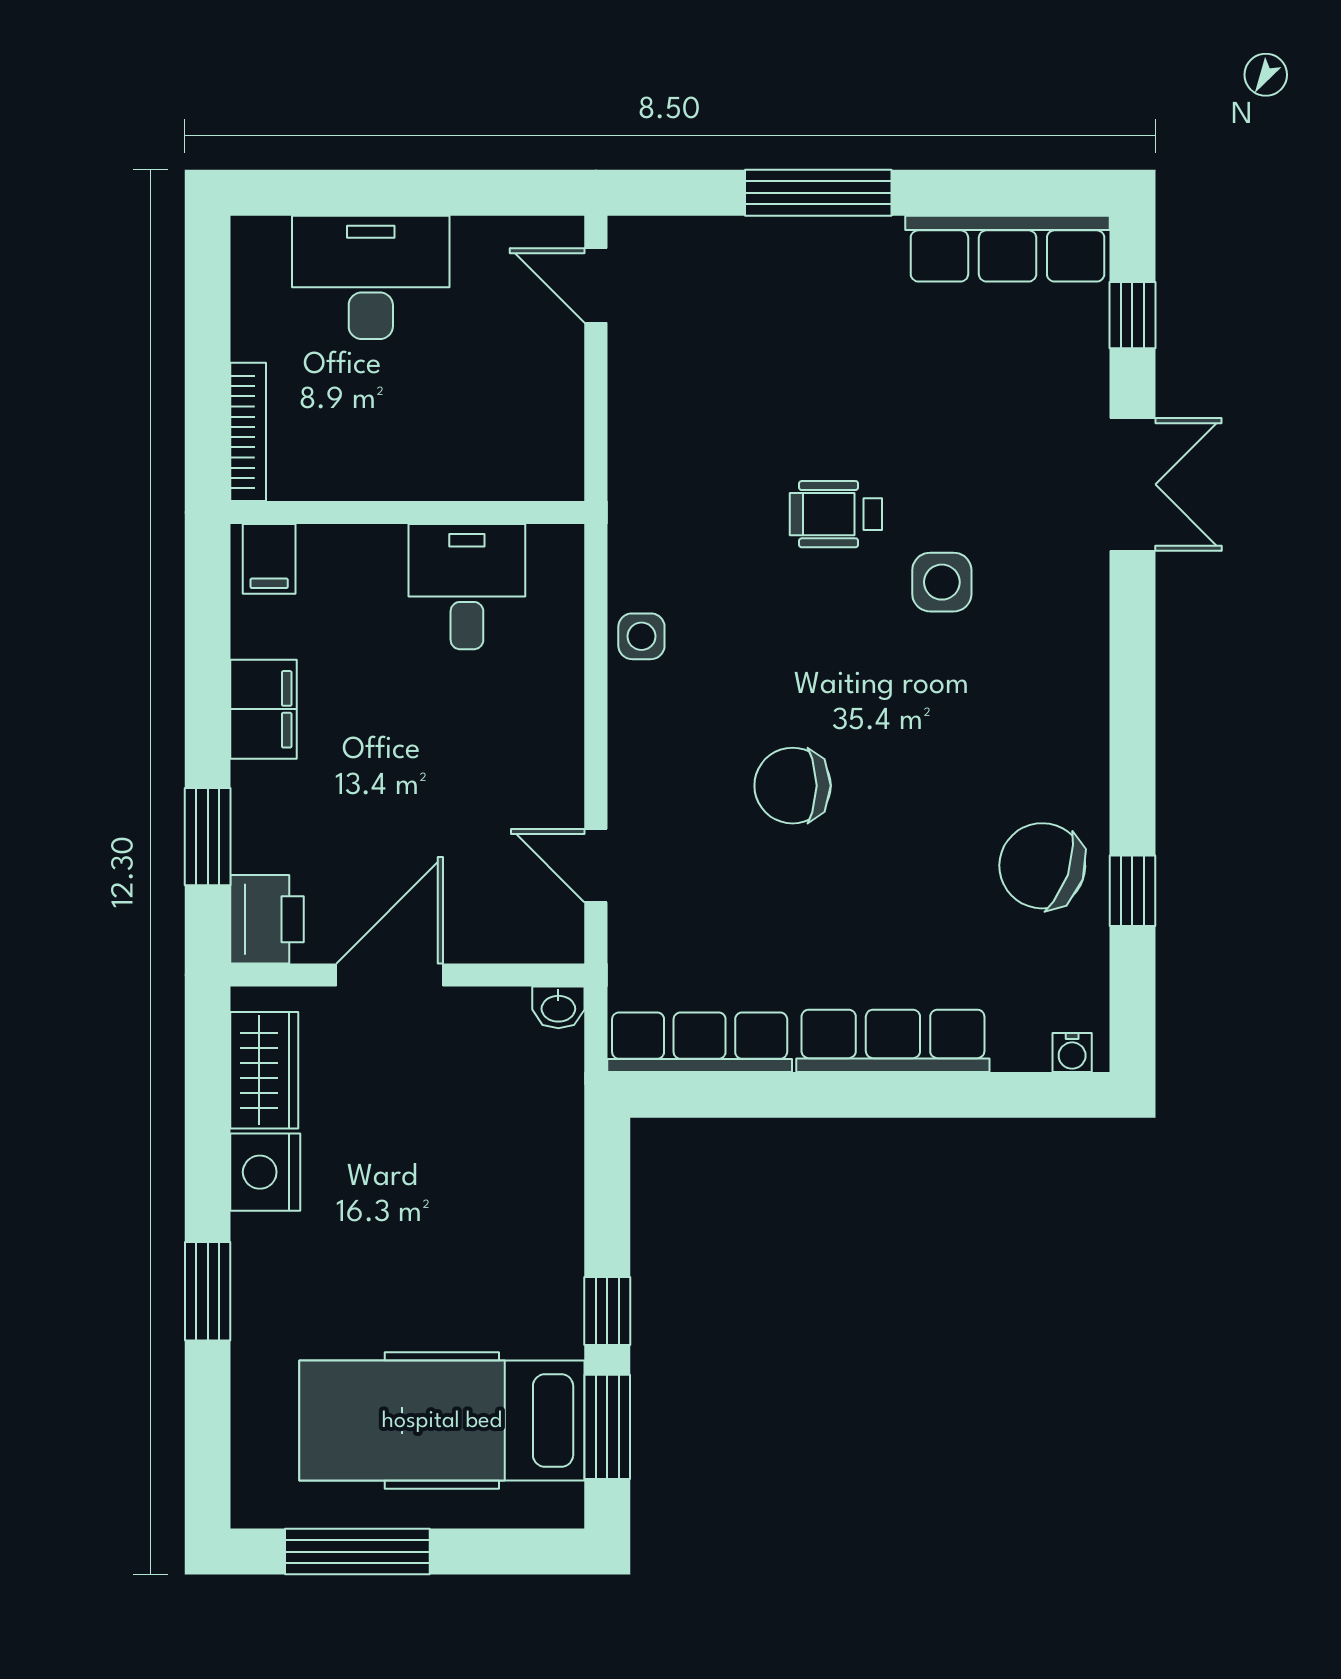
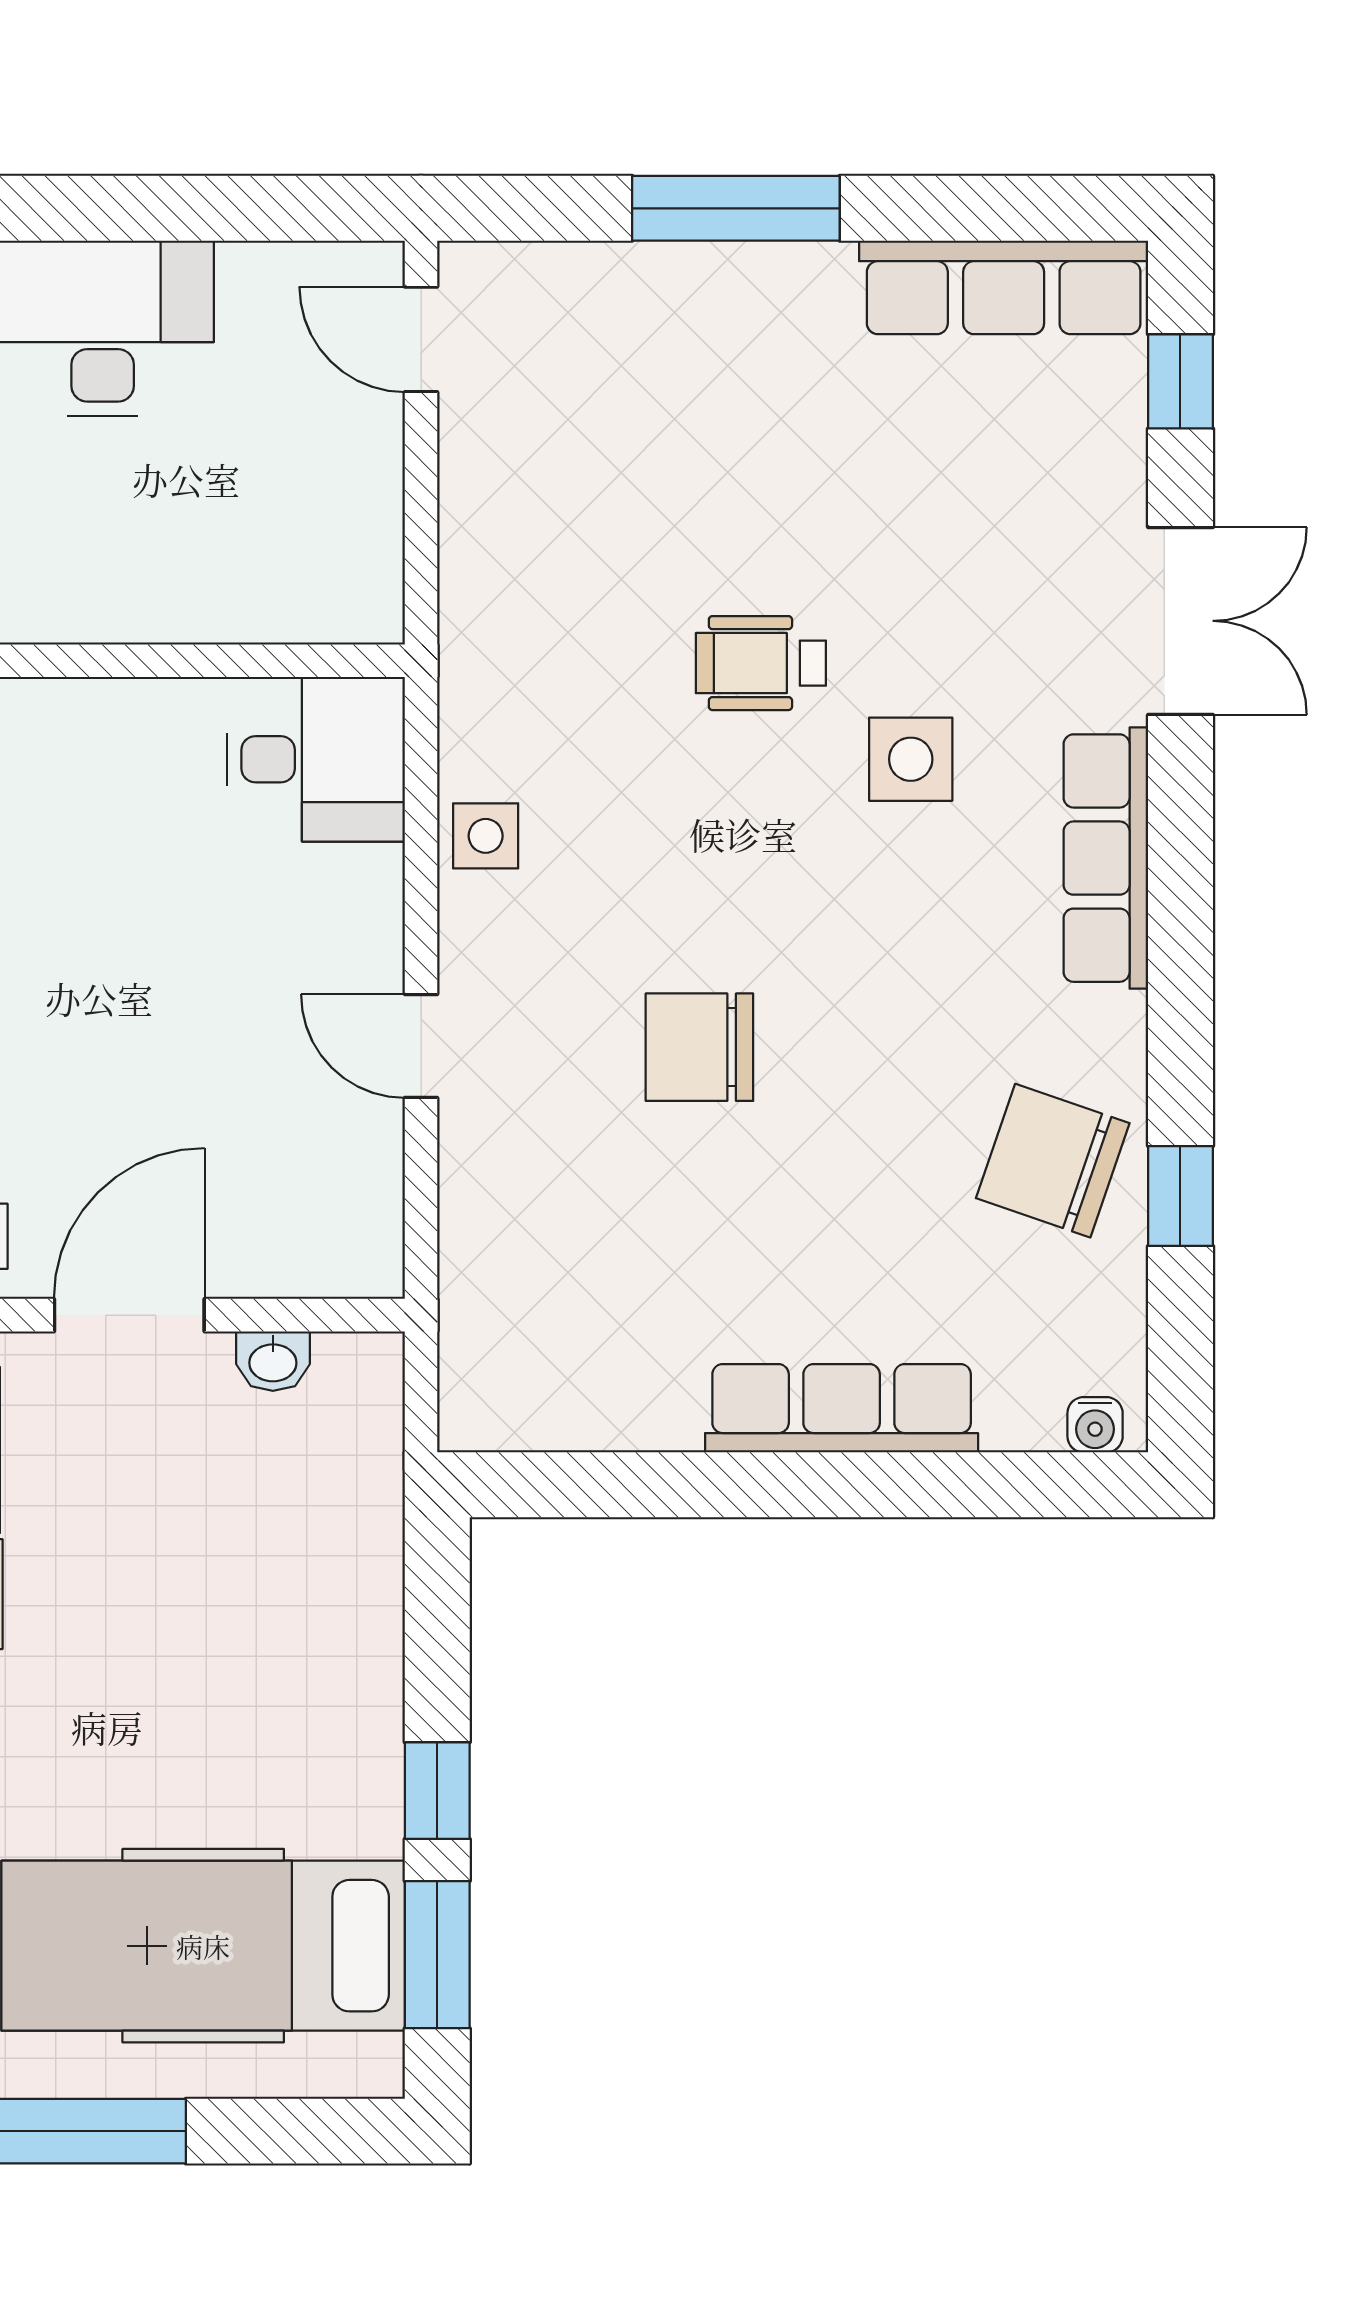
desk: (467, 587) -> (316, 759), moved, turned 90
door: (596, 866) -> (421, 1046), moved
washbasin: (558, 1007) -> (273, 1361), moved
row of seats: (700, 1042) -> (1106, 858), moved, turned -90

